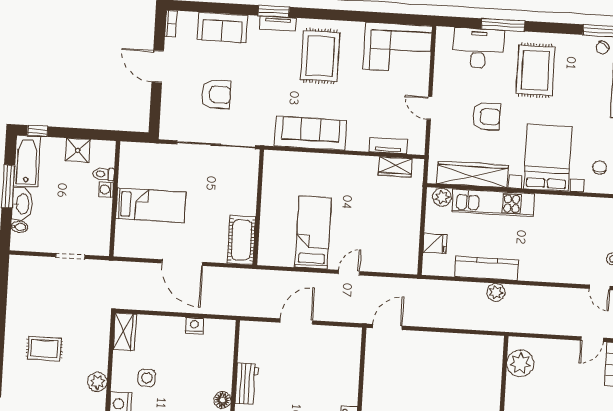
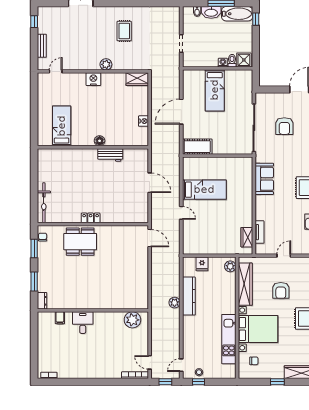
sofa: (310, 133) -> (264, 179), width x0.73
shower: (78, 150) -> (244, 60), moved
kitchen unit: (493, 203) -> (229, 339), moved
side table: (147, 378) -> (110, 94), removed

